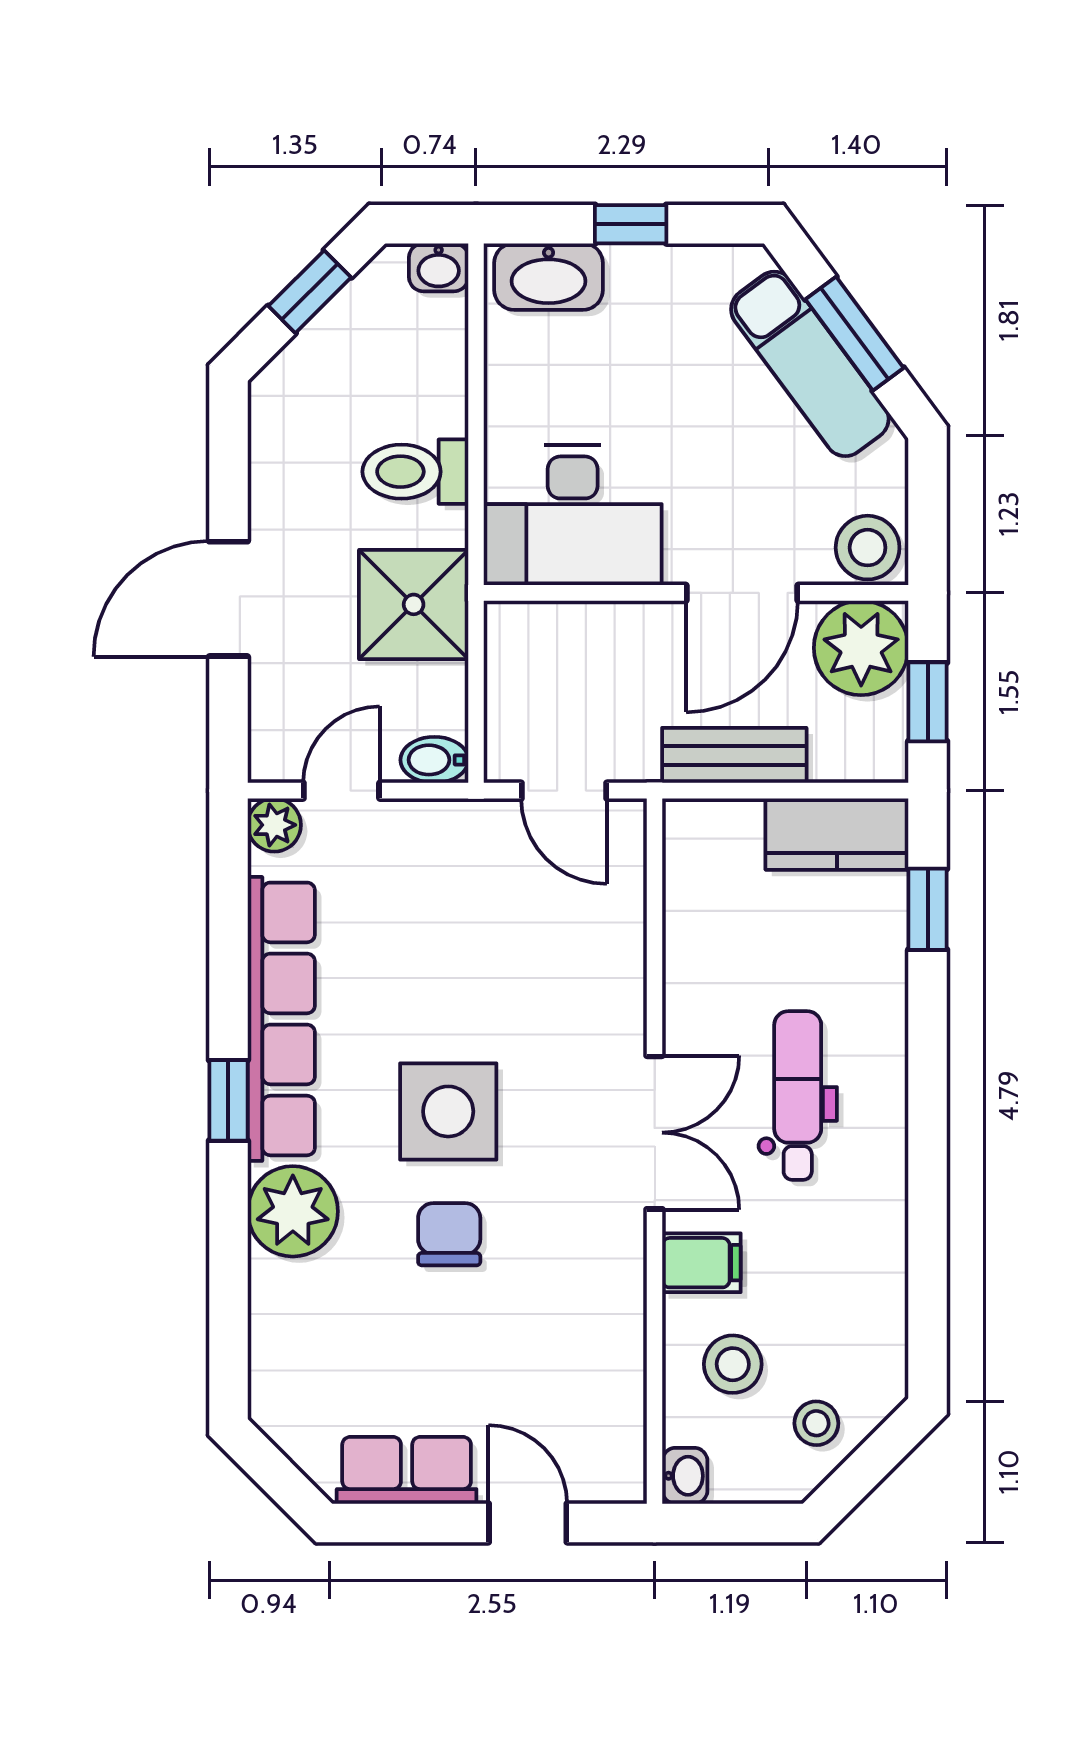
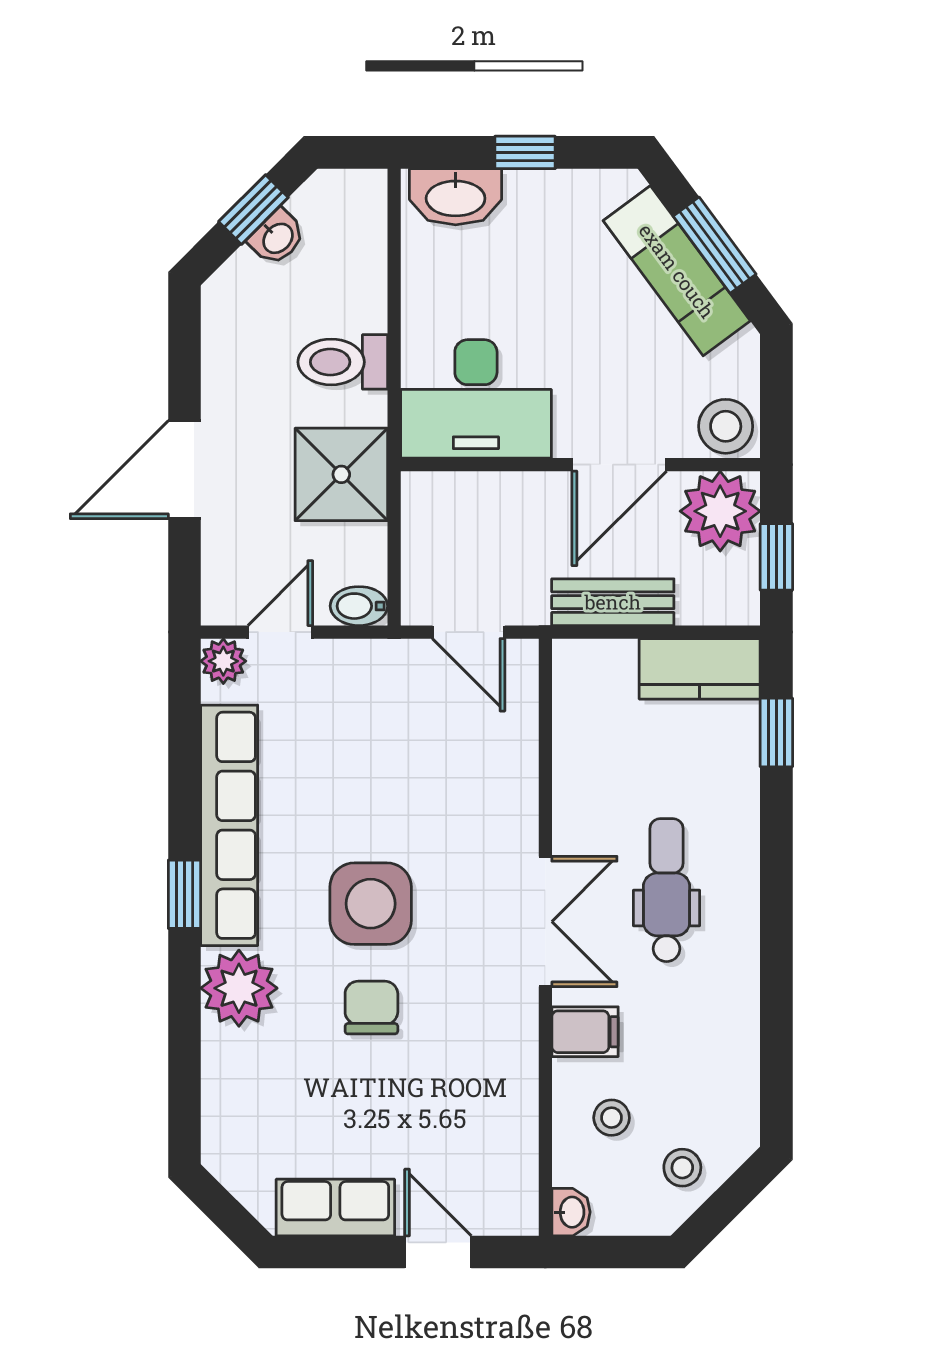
washbasin: (439, 267) -> (277, 238), moved, turned -45
stool: (733, 1364) -> (612, 1118), width x0.73, depth x0.73

